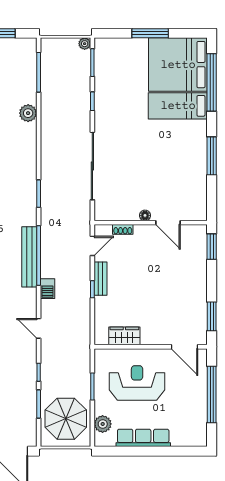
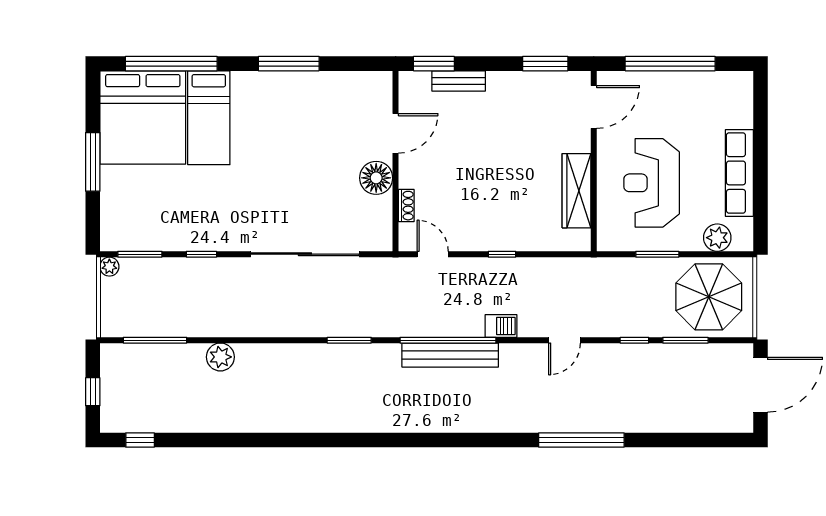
floor lamp: (145, 215) -> (376, 178), width x1.89, depth x1.89
bench: (101, 279) -> (459, 81), moved
wardrobe: (124, 336) -> (577, 191), width x1.50

